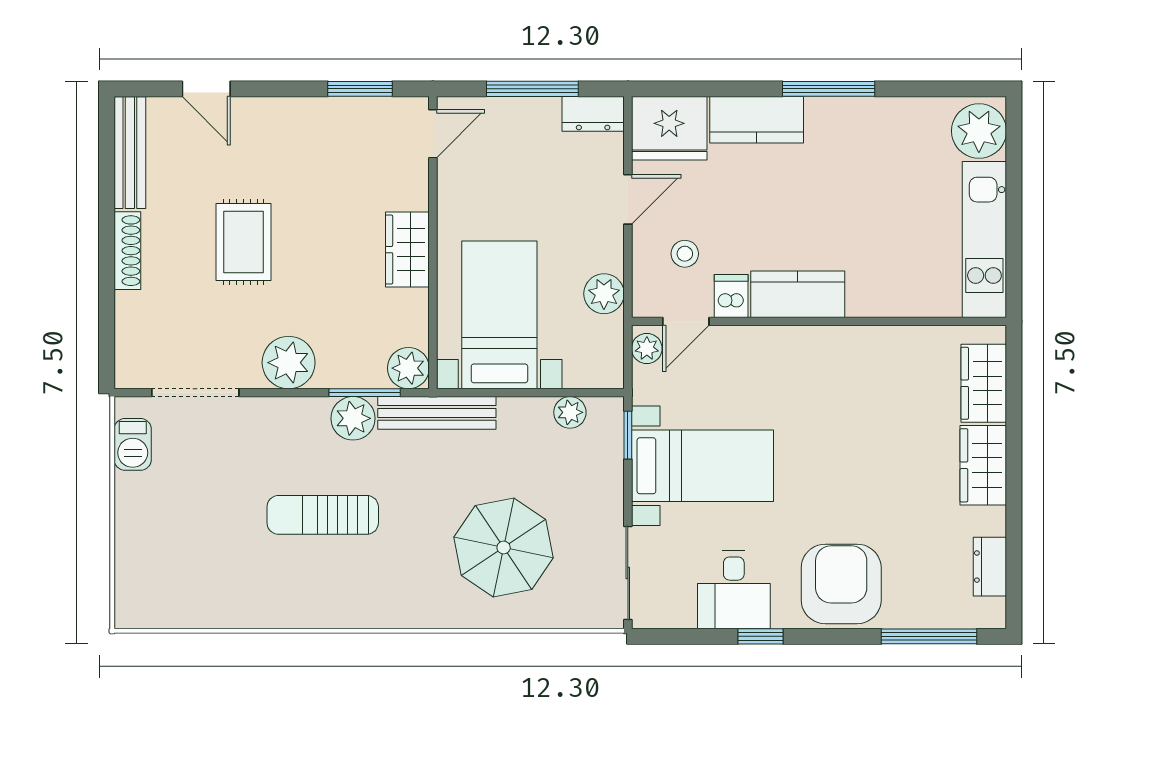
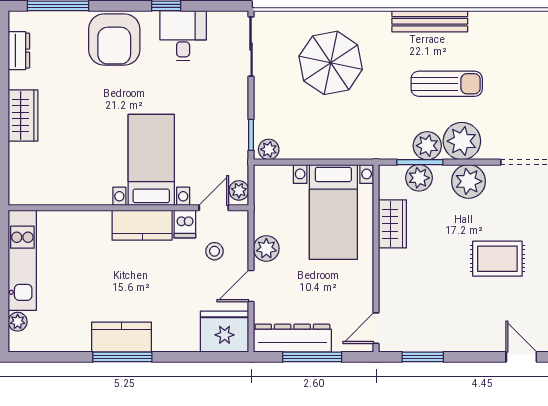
dresser: (593, 114) -> (292, 338), width x1.96, depth x1.24
kitchen counter: (757, 120) -> (122, 337), moved
plant: (979, 131) -> (18, 322), width x0.53, depth x0.53
rug: (243, 242) -> (497, 259), turned 90
wardrobe: (407, 250) -> (392, 224), moved
plant: (604, 294) -> (266, 248), moved
plant: (408, 368) -> (419, 178), moved
wardrobe: (984, 383) -> (23, 168), removed
plant: (570, 412) -> (269, 149), moved
bench: (437, 413) -> (430, 21), moved
plant: (299, 426) -> (462, 141), added
bed with nightstands: (702, 466) -> (151, 160), moved, turned 90

